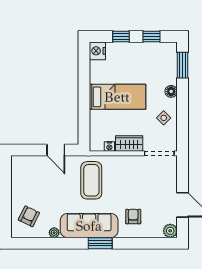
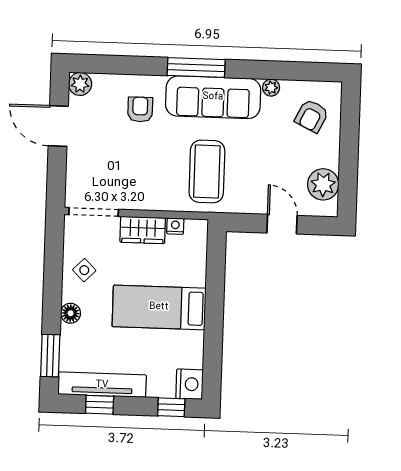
window: (121, 36) -> (171, 407), moved
tv unit: (150, 49) -> (102, 385), added
door: (56, 150) -> (282, 224), moved
plant: (20, 175) -> (323, 184), added
armchair: (133, 217) -> (140, 109), turned 180
window: (100, 243) -> (196, 68), width x1.44

